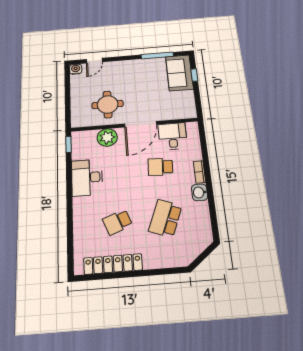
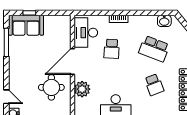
door: (141, 124) -> (72, 61), swing flipped
desk: (173, 136) -> (86, 33), width x1.37
washbasin: (200, 192) -> (164, 21), moved

